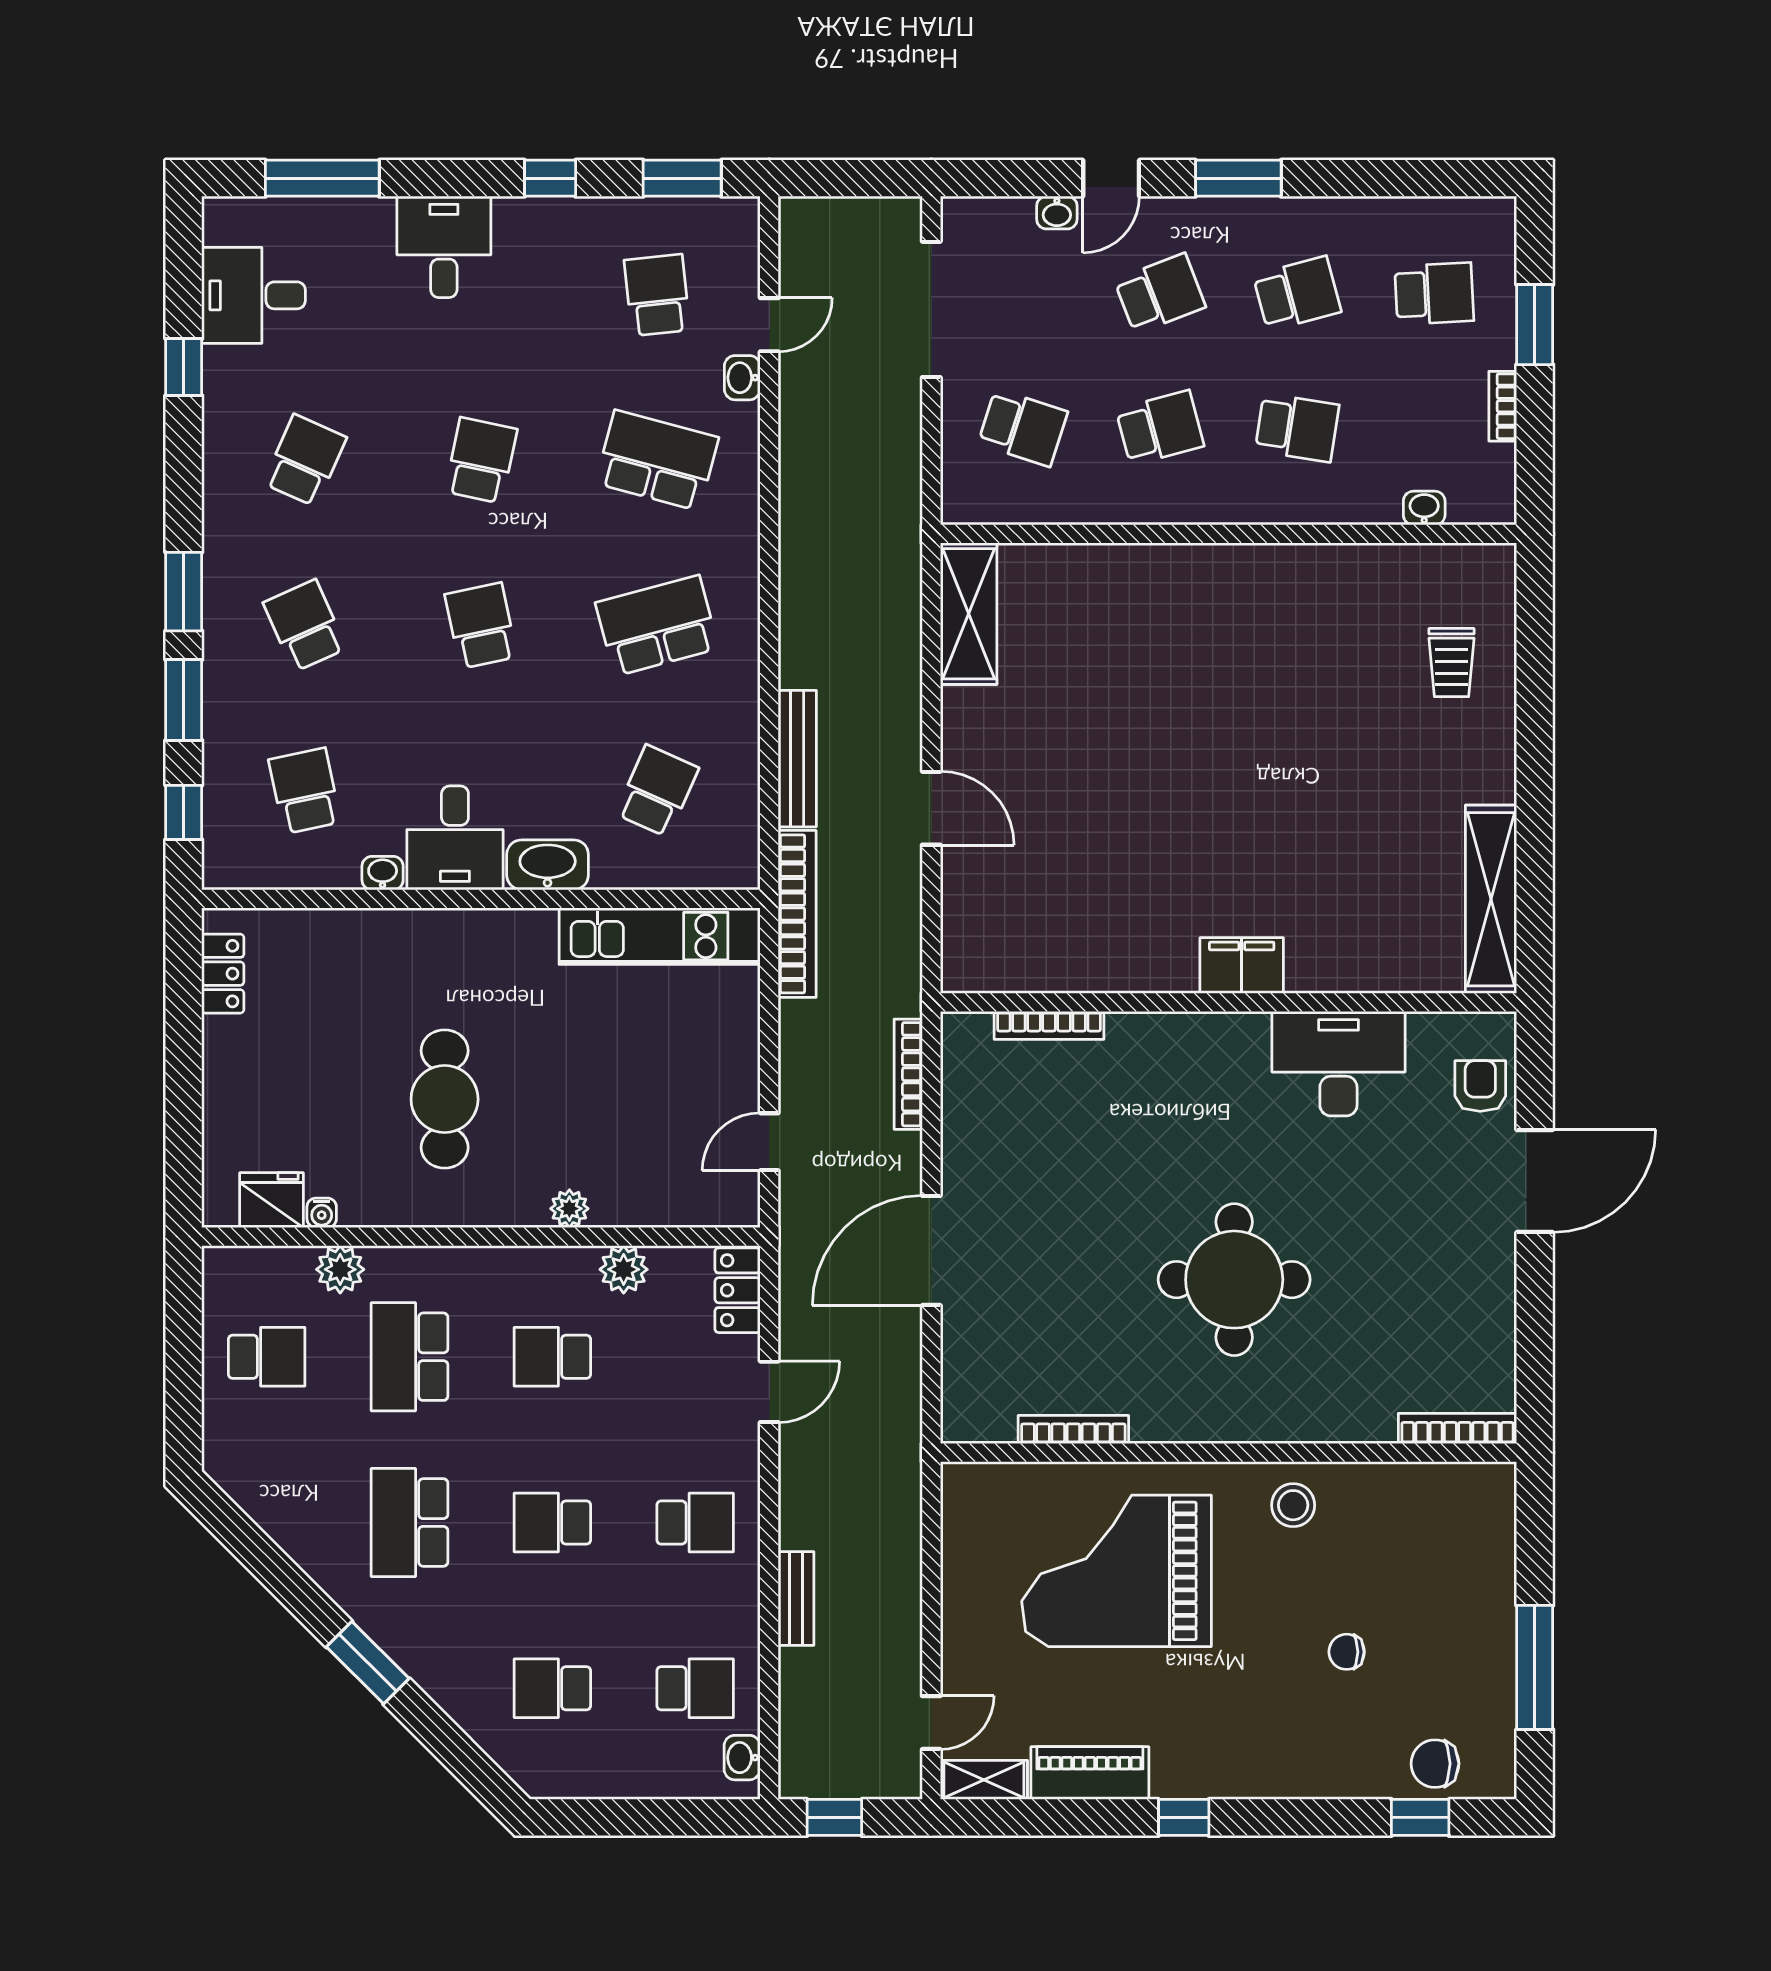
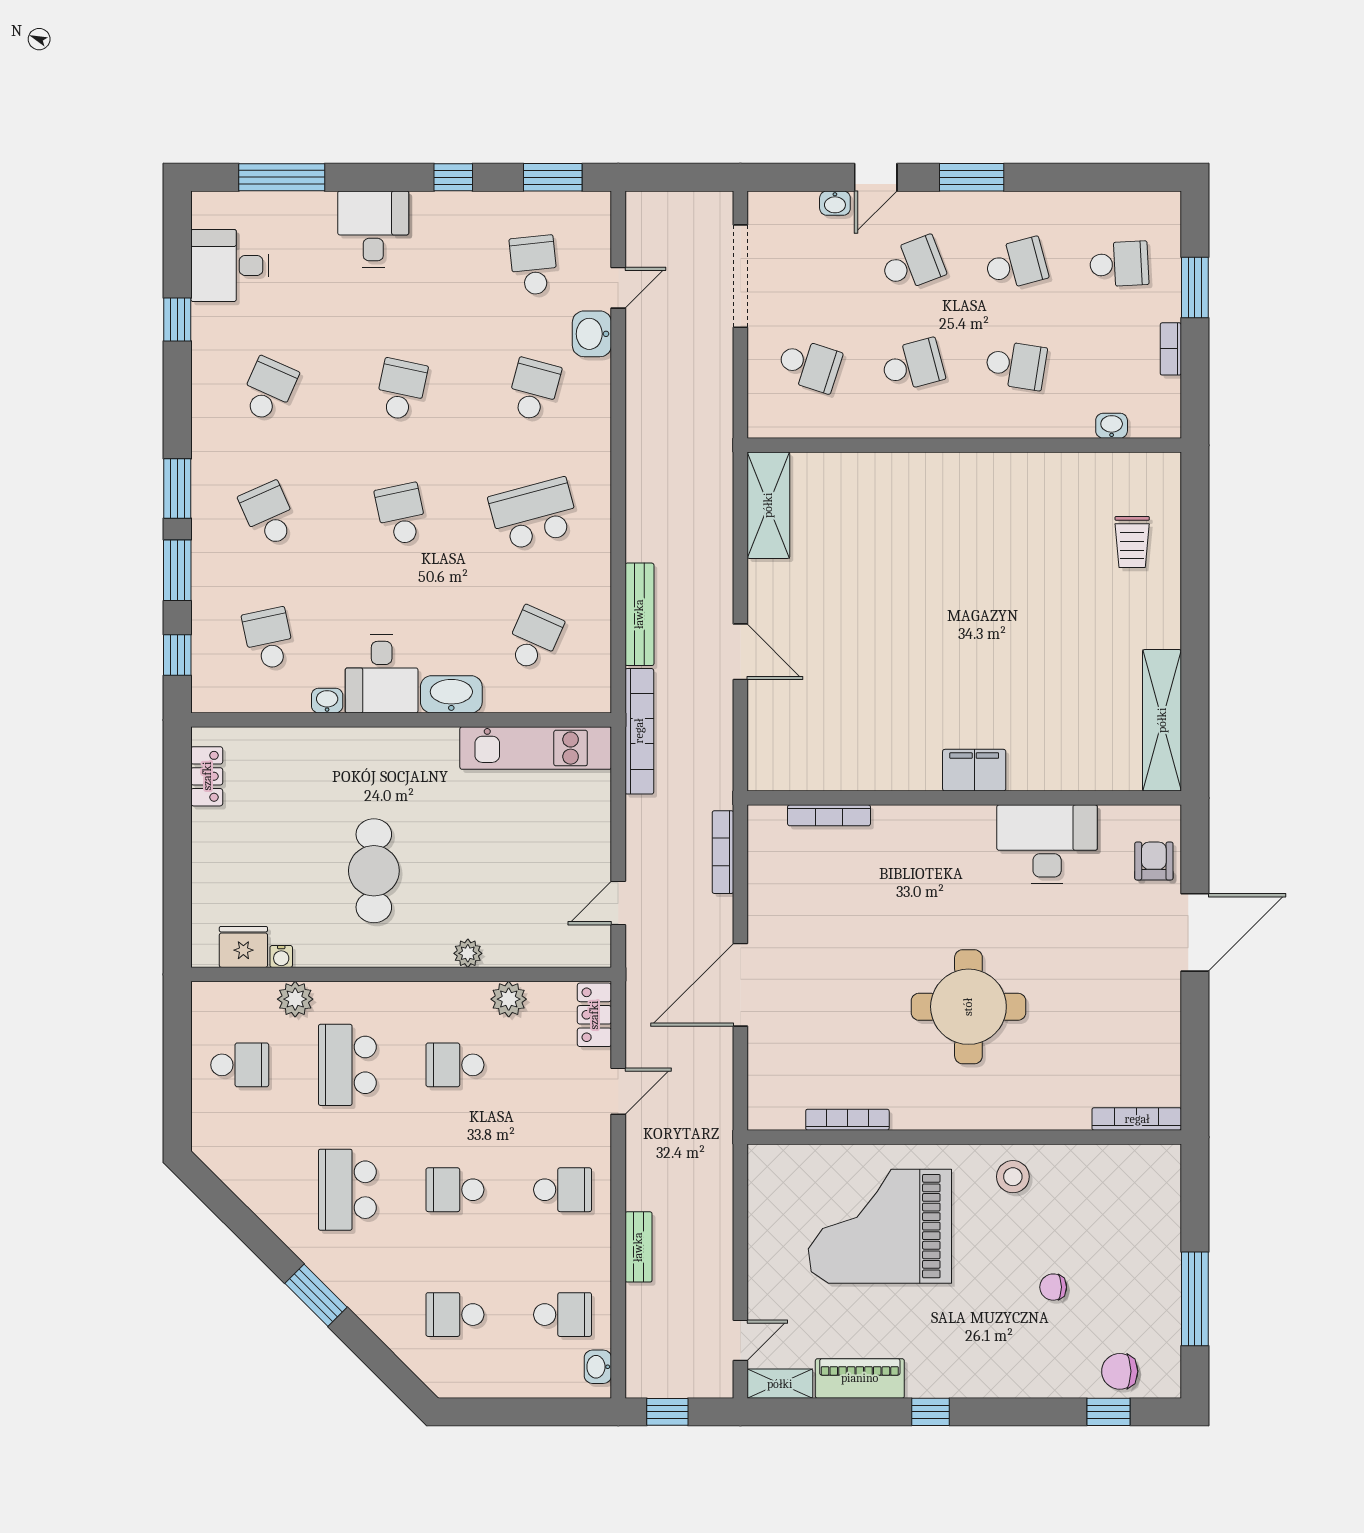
washbasin: (742, 378) -> (592, 334), width x1.38, depth x1.45
school desk: (657, 460) -> (534, 390), width x0.54

